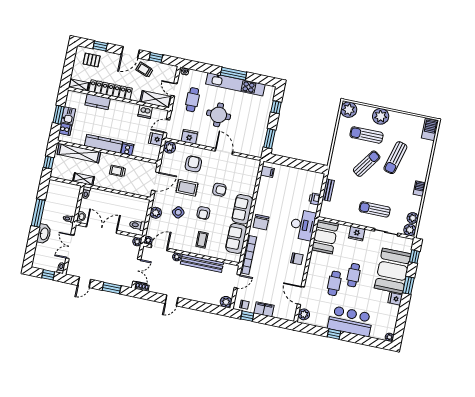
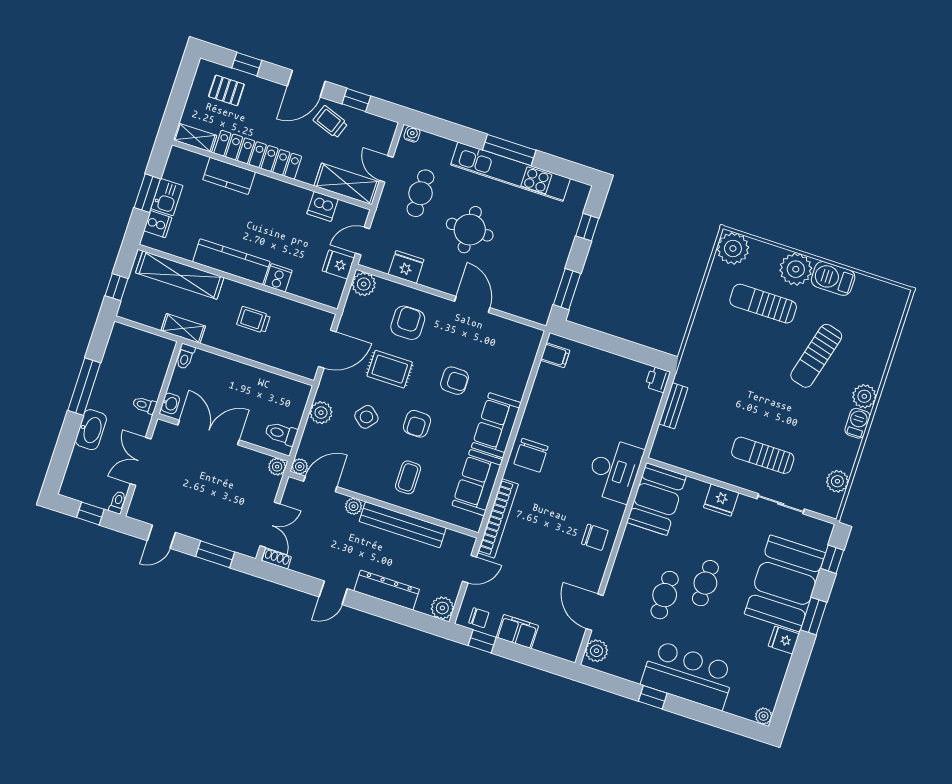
barbecue: (430, 130) -> (833, 278), moved, turned -90
sun lounger: (367, 164) -> (757, 361), removed
printer: (315, 199) -> (658, 379), moved
plant: (410, 230) -> (864, 396), moved
dresser: (198, 296) -> (387, 590), added

